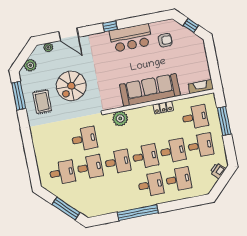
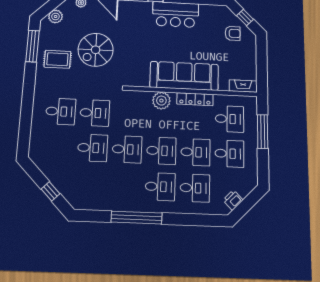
armchair: (165, 40) -> (233, 33), moved
rug: (42, 102) -> (57, 59), turned 90
locker: (163, 108) -> (195, 99), width x1.53
plant: (120, 119) -> (161, 101), moved
printer: (218, 171) -> (233, 200), moved
desk: (62, 173) -> (61, 111), moved
window: (66, 209) -> (50, 191), width x0.46

